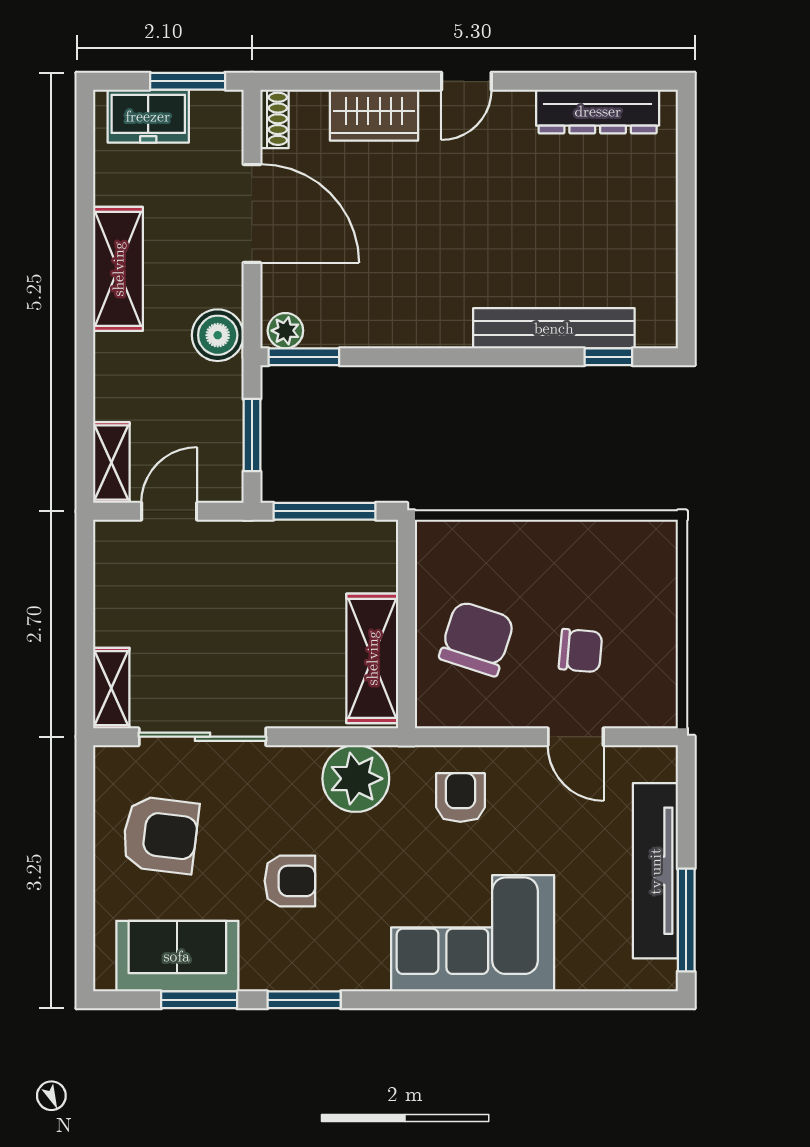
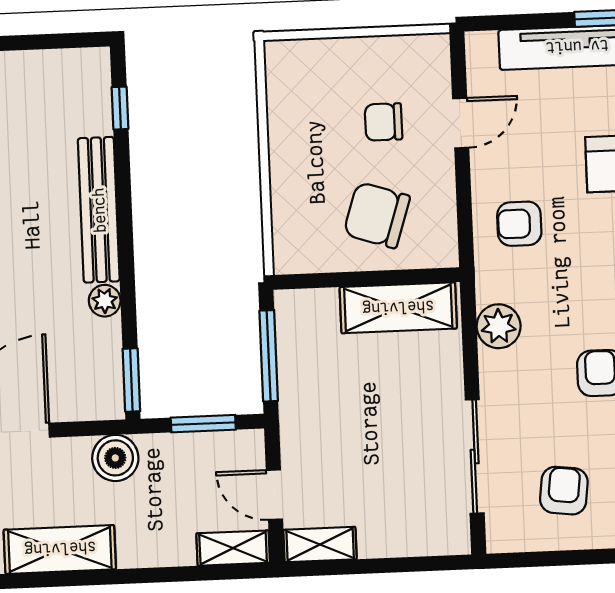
bench: (554, 328) -> (99, 210), moved
plant: (285, 331) -> (105, 301), moved
chair: (580, 651) -> (384, 122), turned -95
shelving: (111, 688) -> (320, 545), moved
plant: (356, 779) -> (499, 326), width x0.73, depth x0.73
armchair: (160, 835) -> (564, 491), width x0.72, depth x0.72

